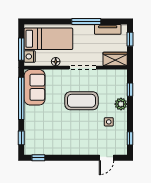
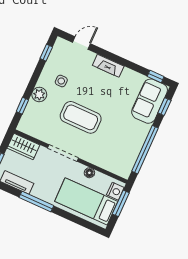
sofa: (35, 87) -> (150, 101), moved
fireplace: (78, 150) -> (108, 66), added

